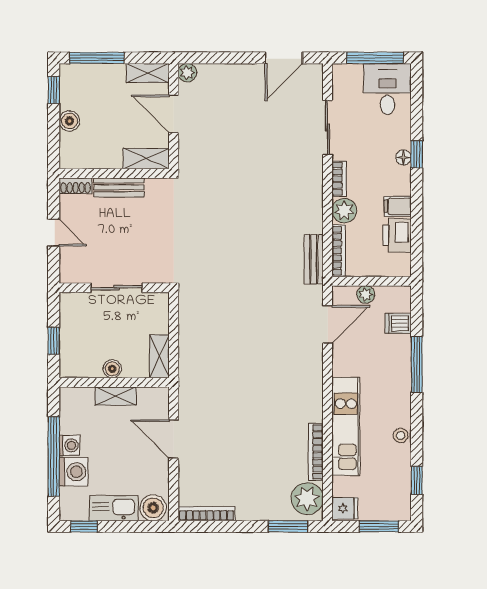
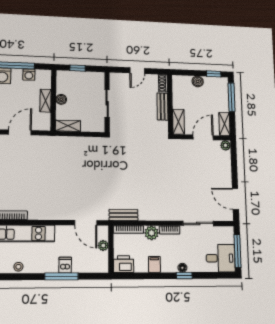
printer: (397, 235) -> (124, 264), moved
dishwasher: (398, 323) -> (65, 265), moved
washing machine: (69, 445) -> (29, 75), moved

